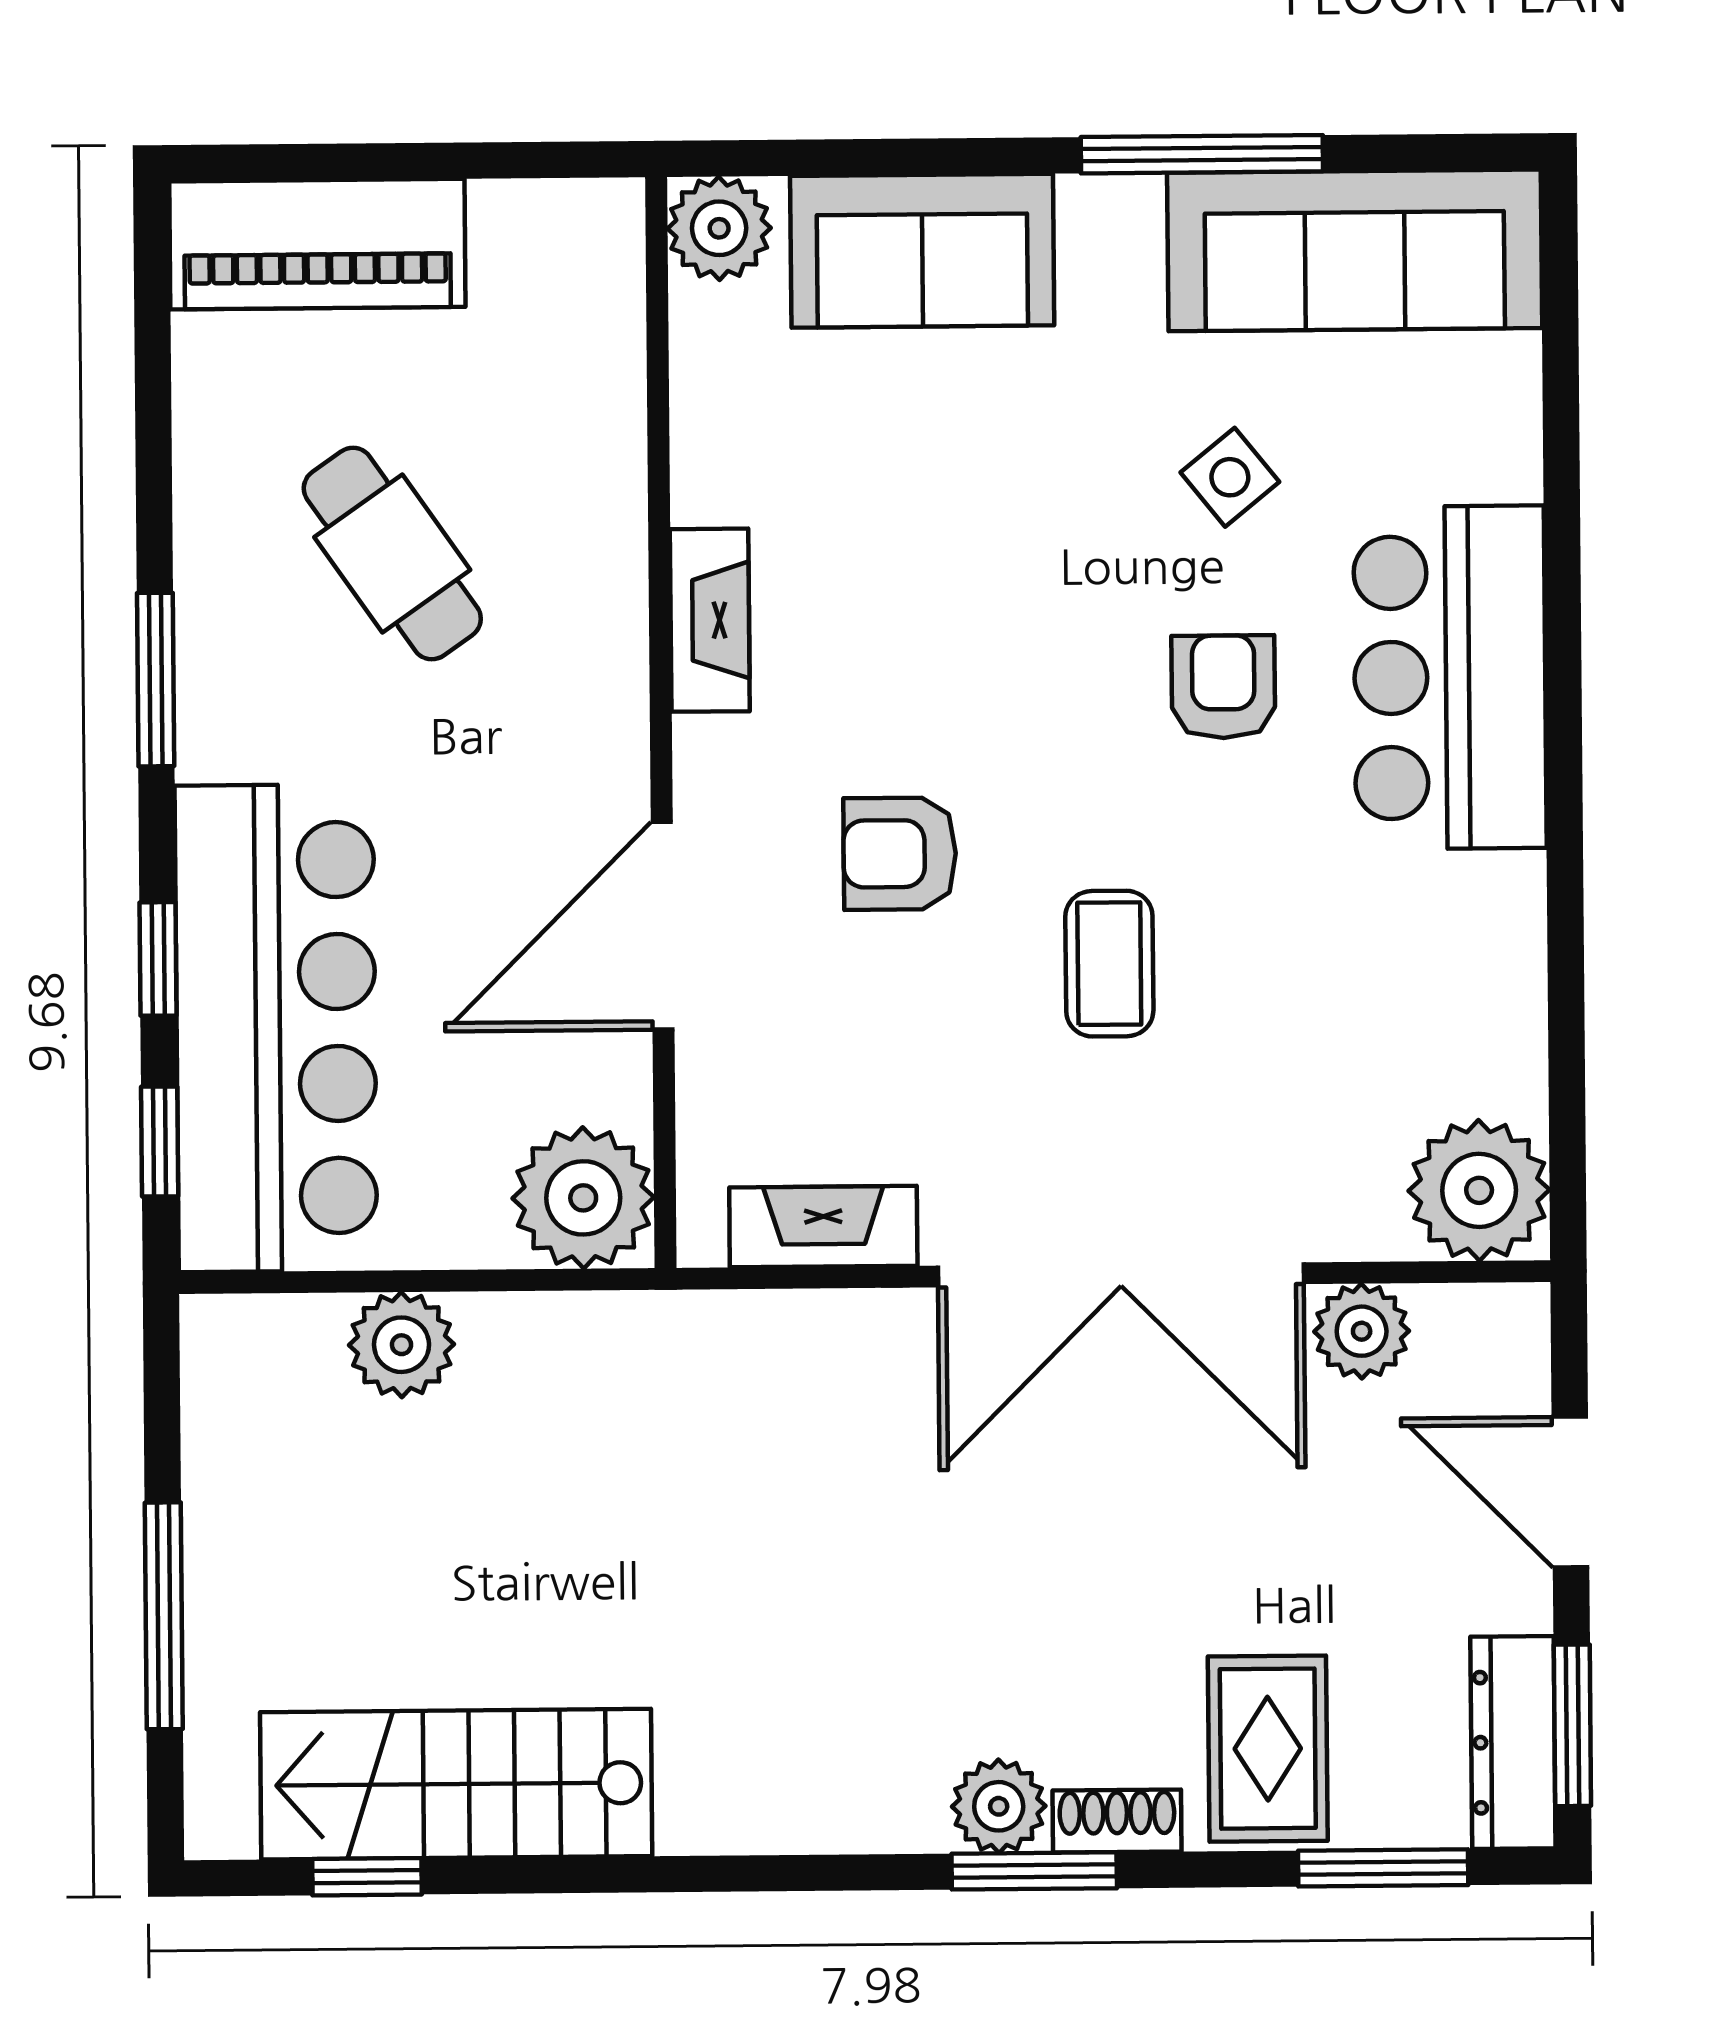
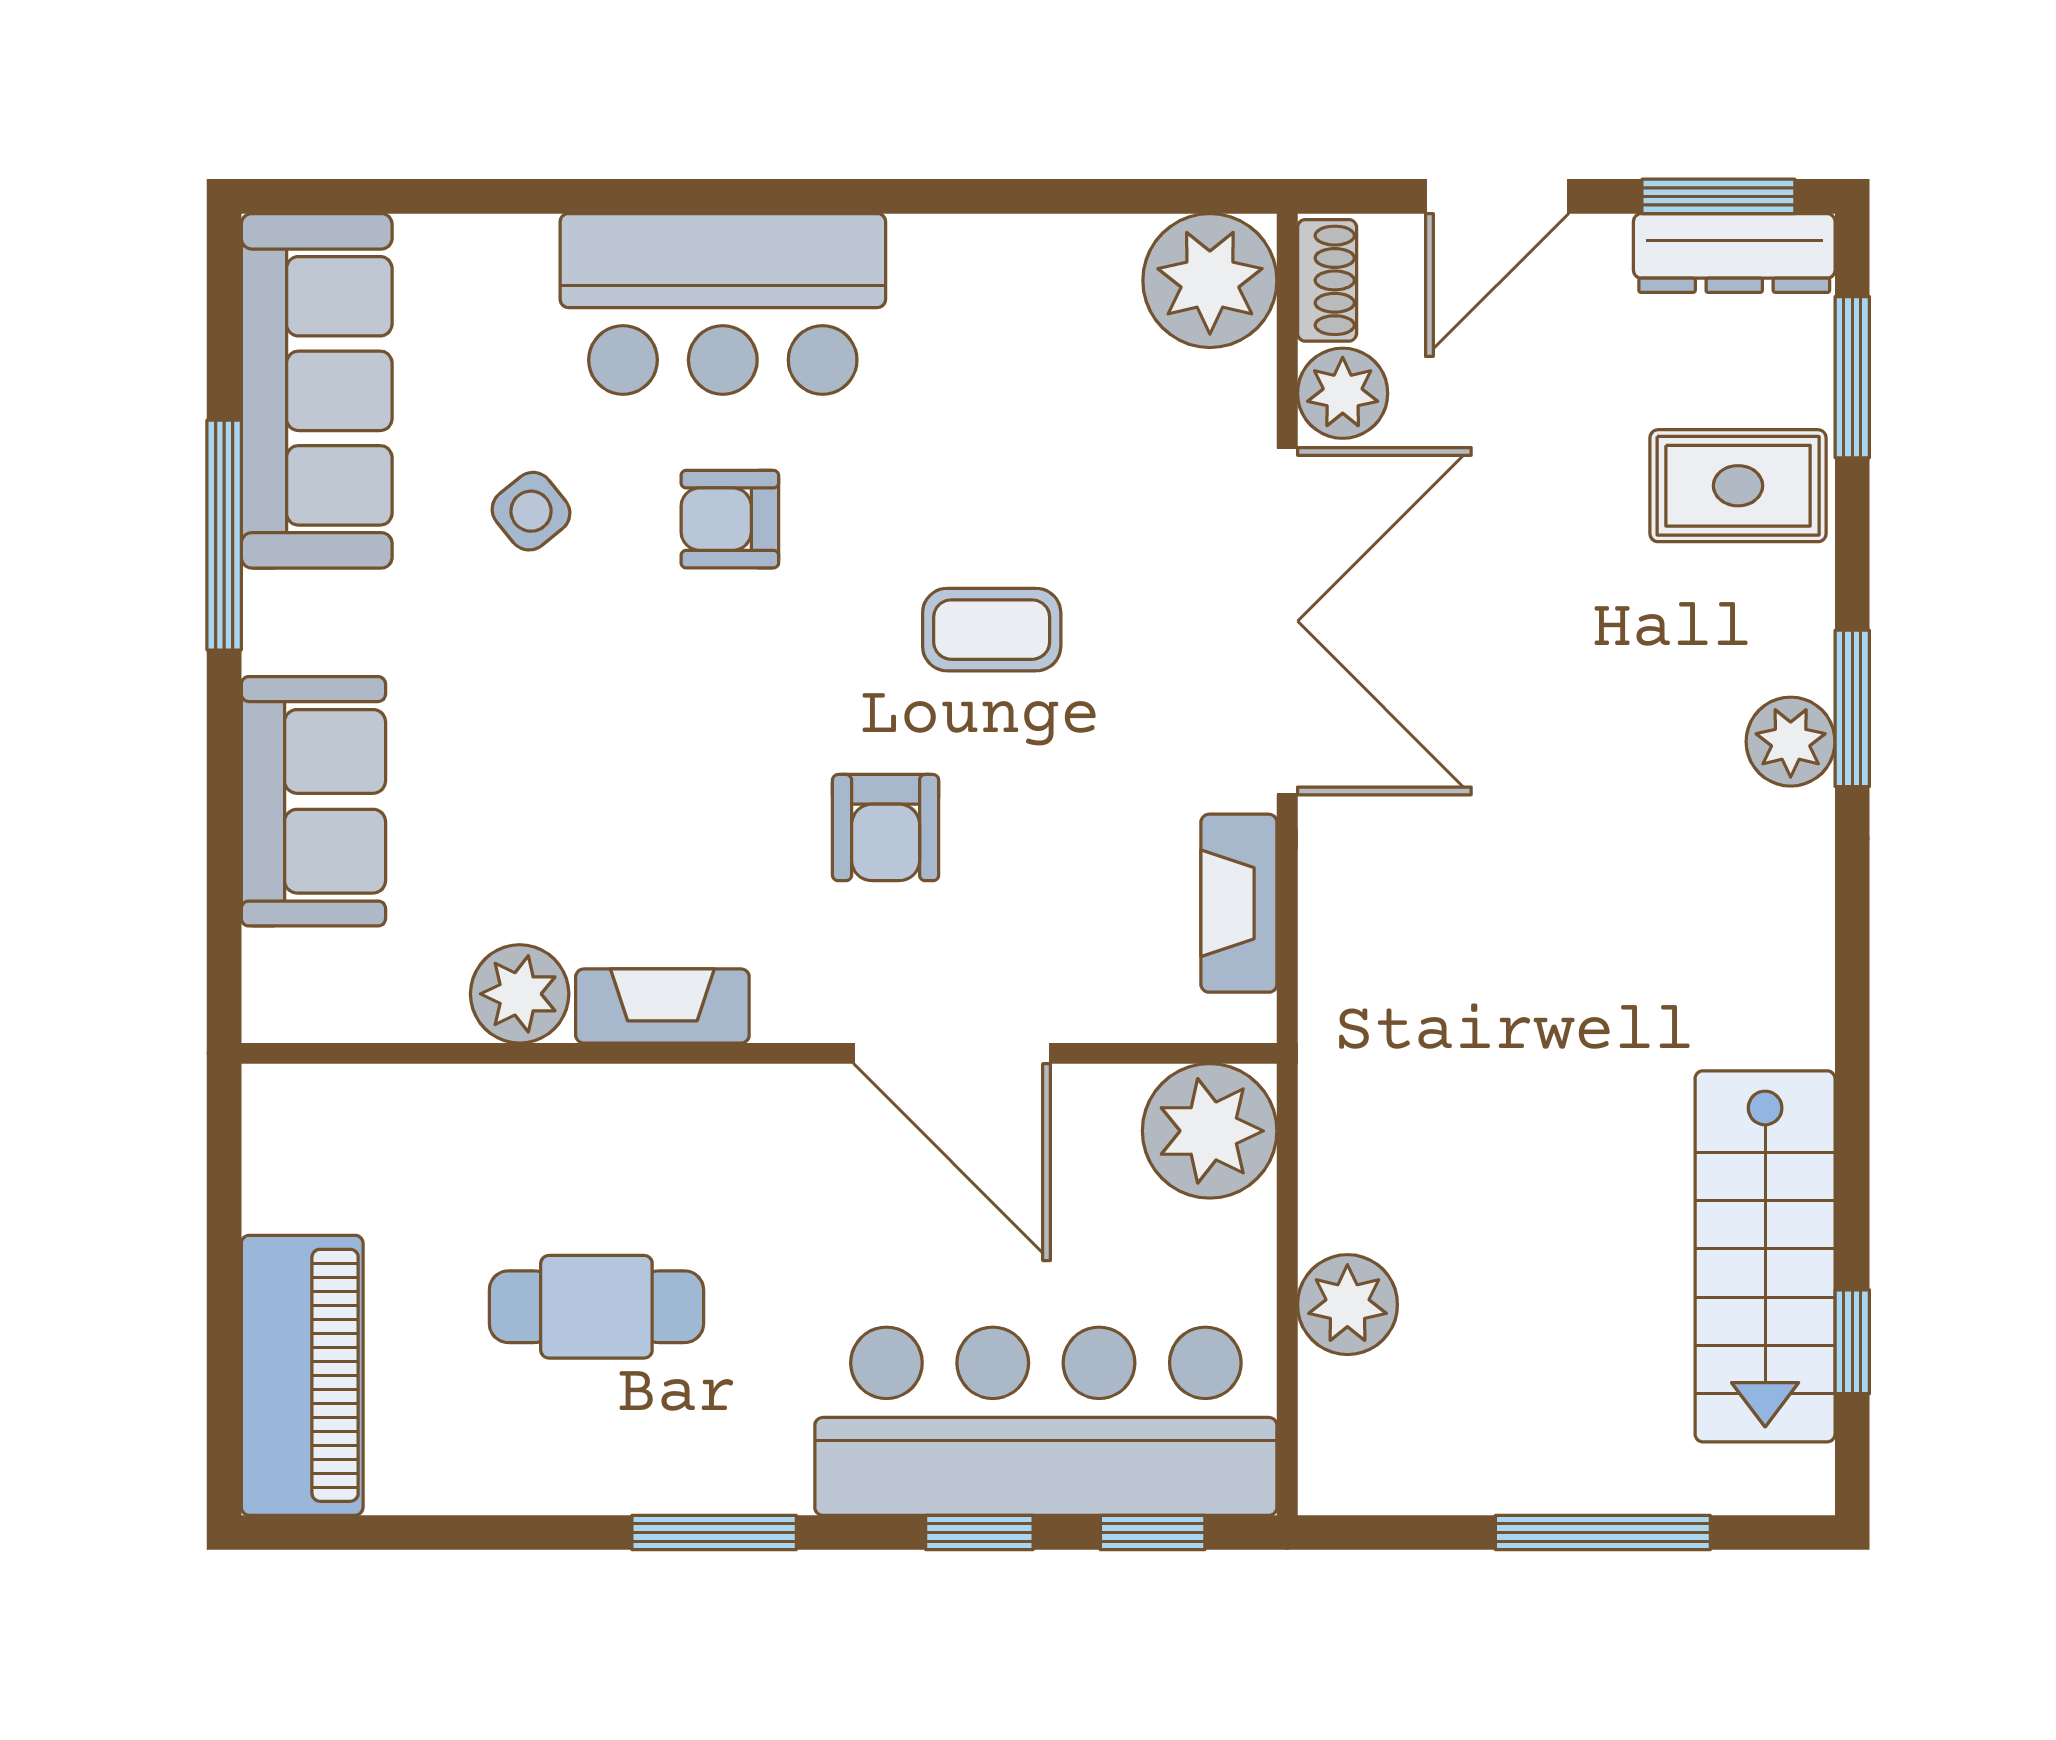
plant: (719, 228) -> (520, 994), moved
cafe table: (392, 554) -> (596, 1307), turned 35
shoe rack: (1117, 1821) -> (1327, 280), moved, turned 180

